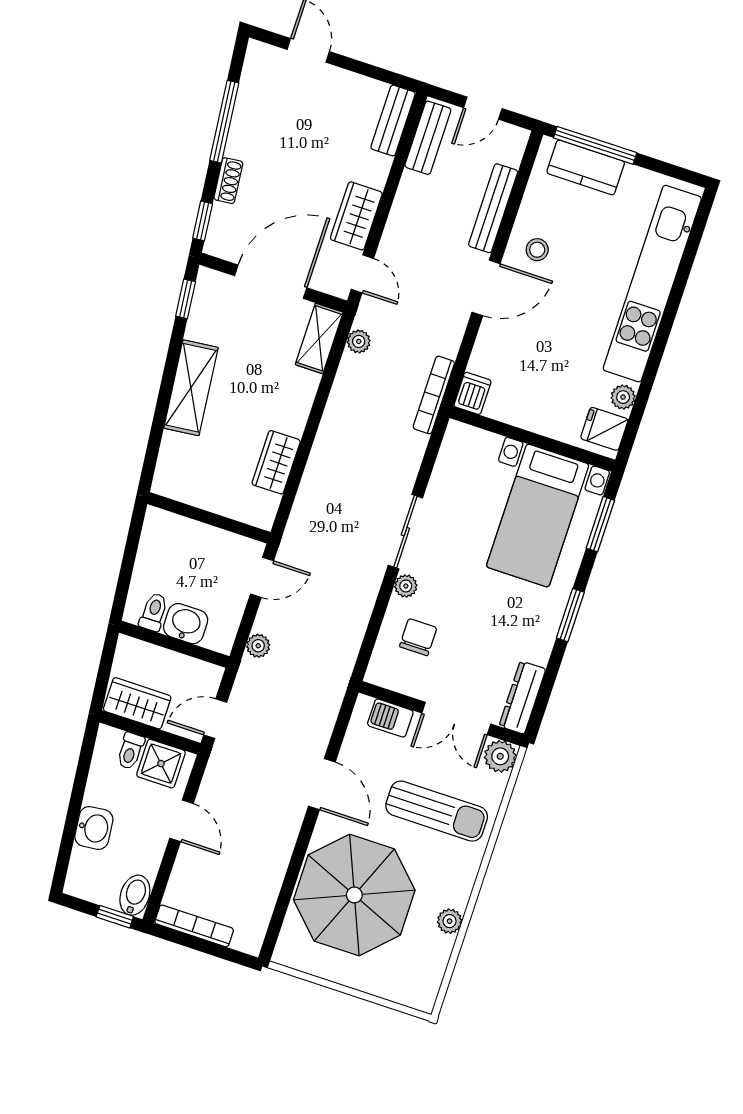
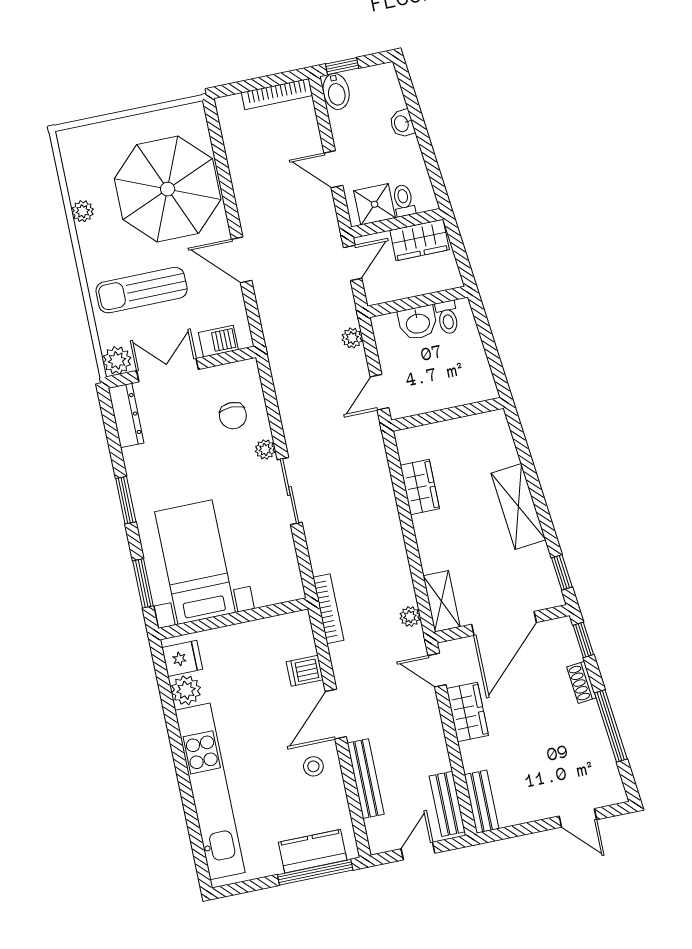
dishwasher: (472, 393) -> (305, 671), moved, turned 90
plant: (623, 397) -> (186, 690), width x1.38, depth x1.38
washbasin: (94, 828) -> (402, 124), width x0.72, depth x0.69

